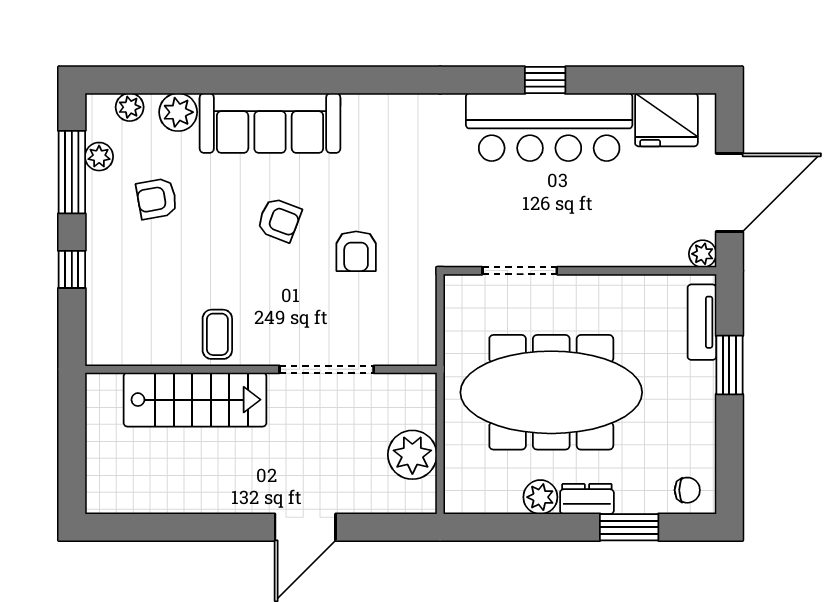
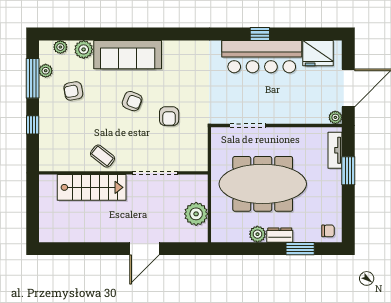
coffee table: (217, 334) -> (102, 156), turned -52

